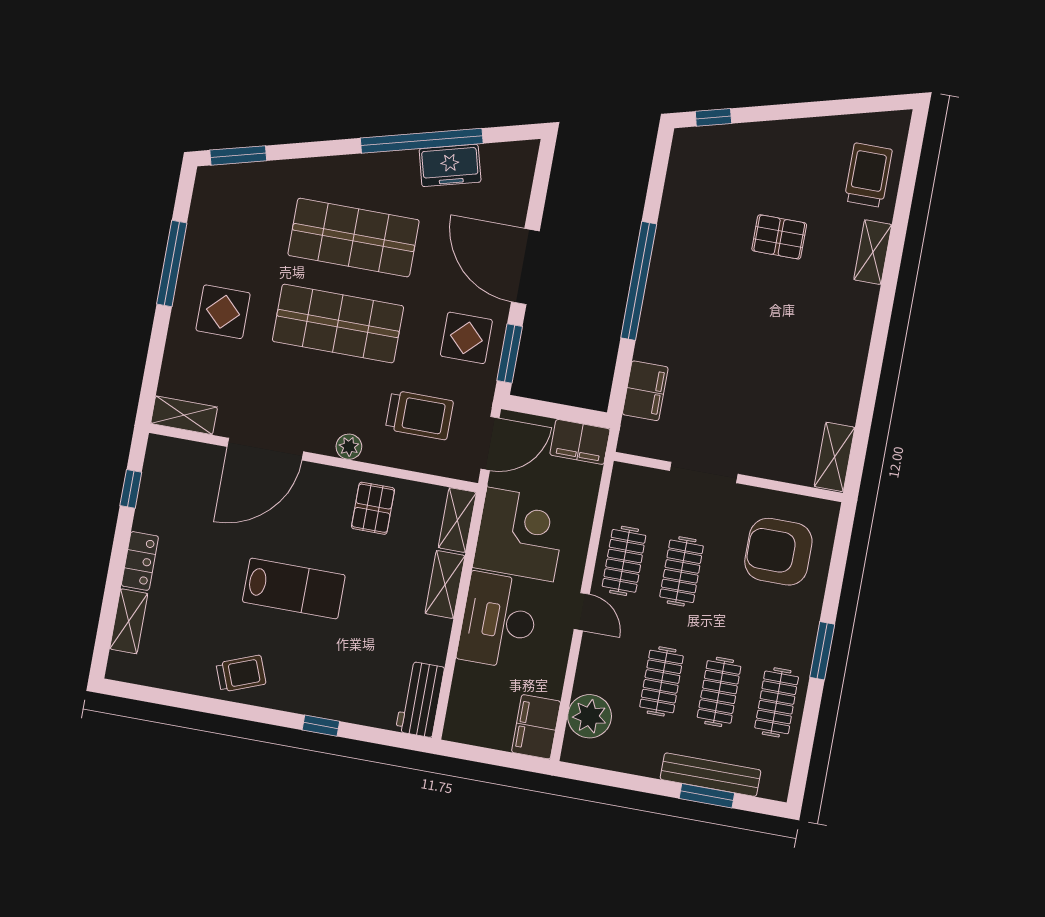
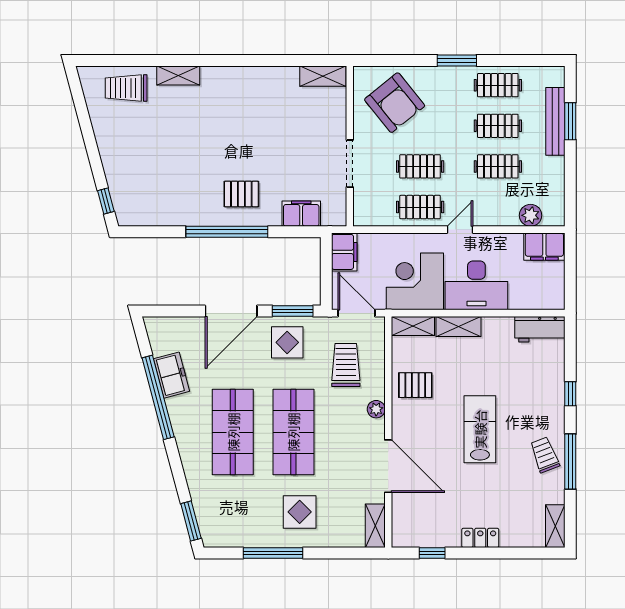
pallet: (779, 237) -> (241, 194), moved, turned 90
armchair: (778, 552) -> (395, 103), turned -39
shelving: (129, 621) -> (555, 526), moved, turned 90
window: (225, 708) -> (570, 462), added
plant: (590, 716) -> (531, 215), width x0.73, depth x0.73

